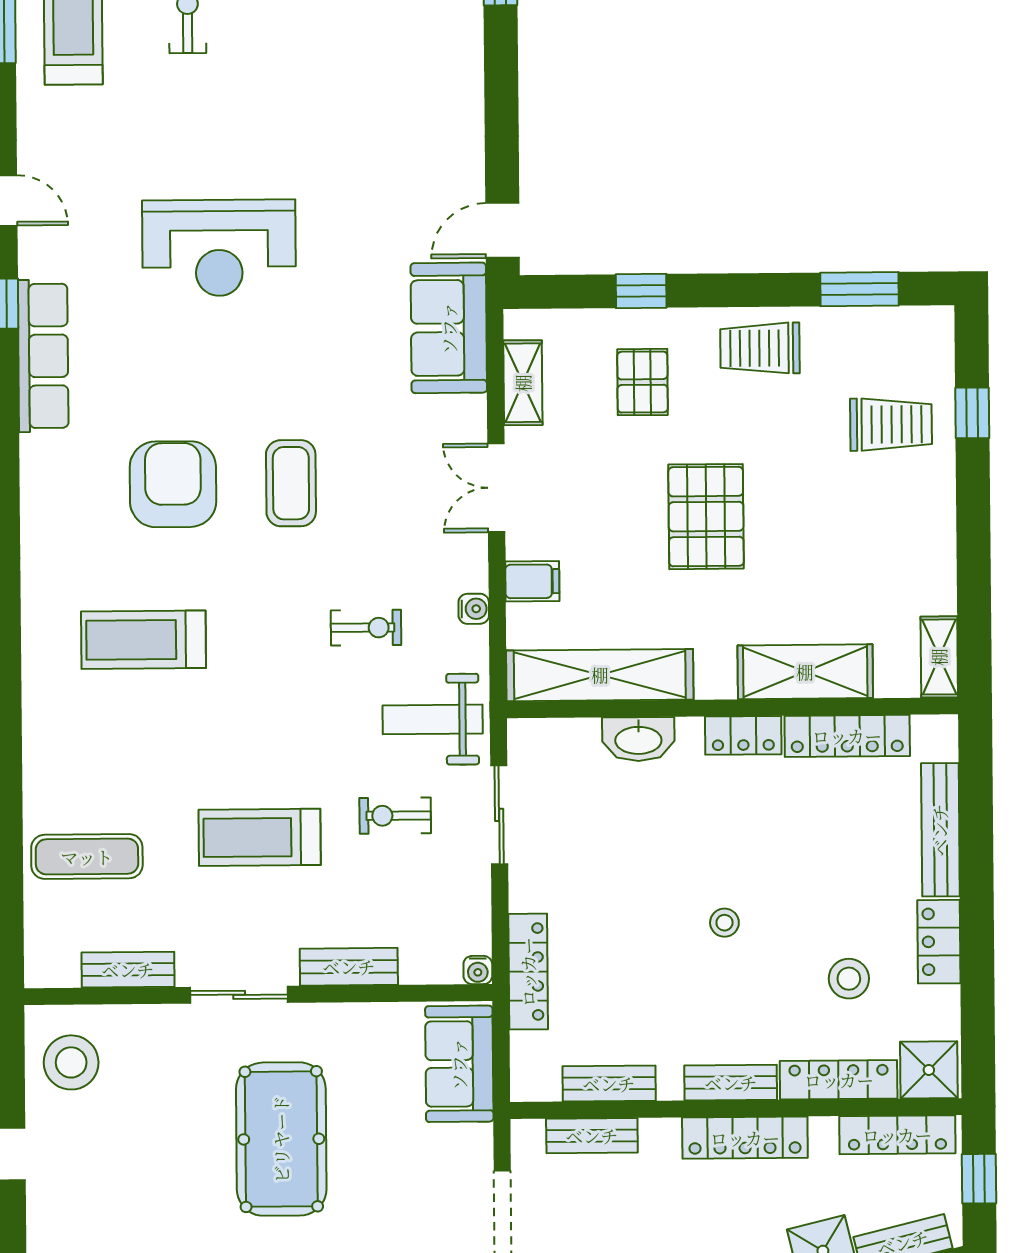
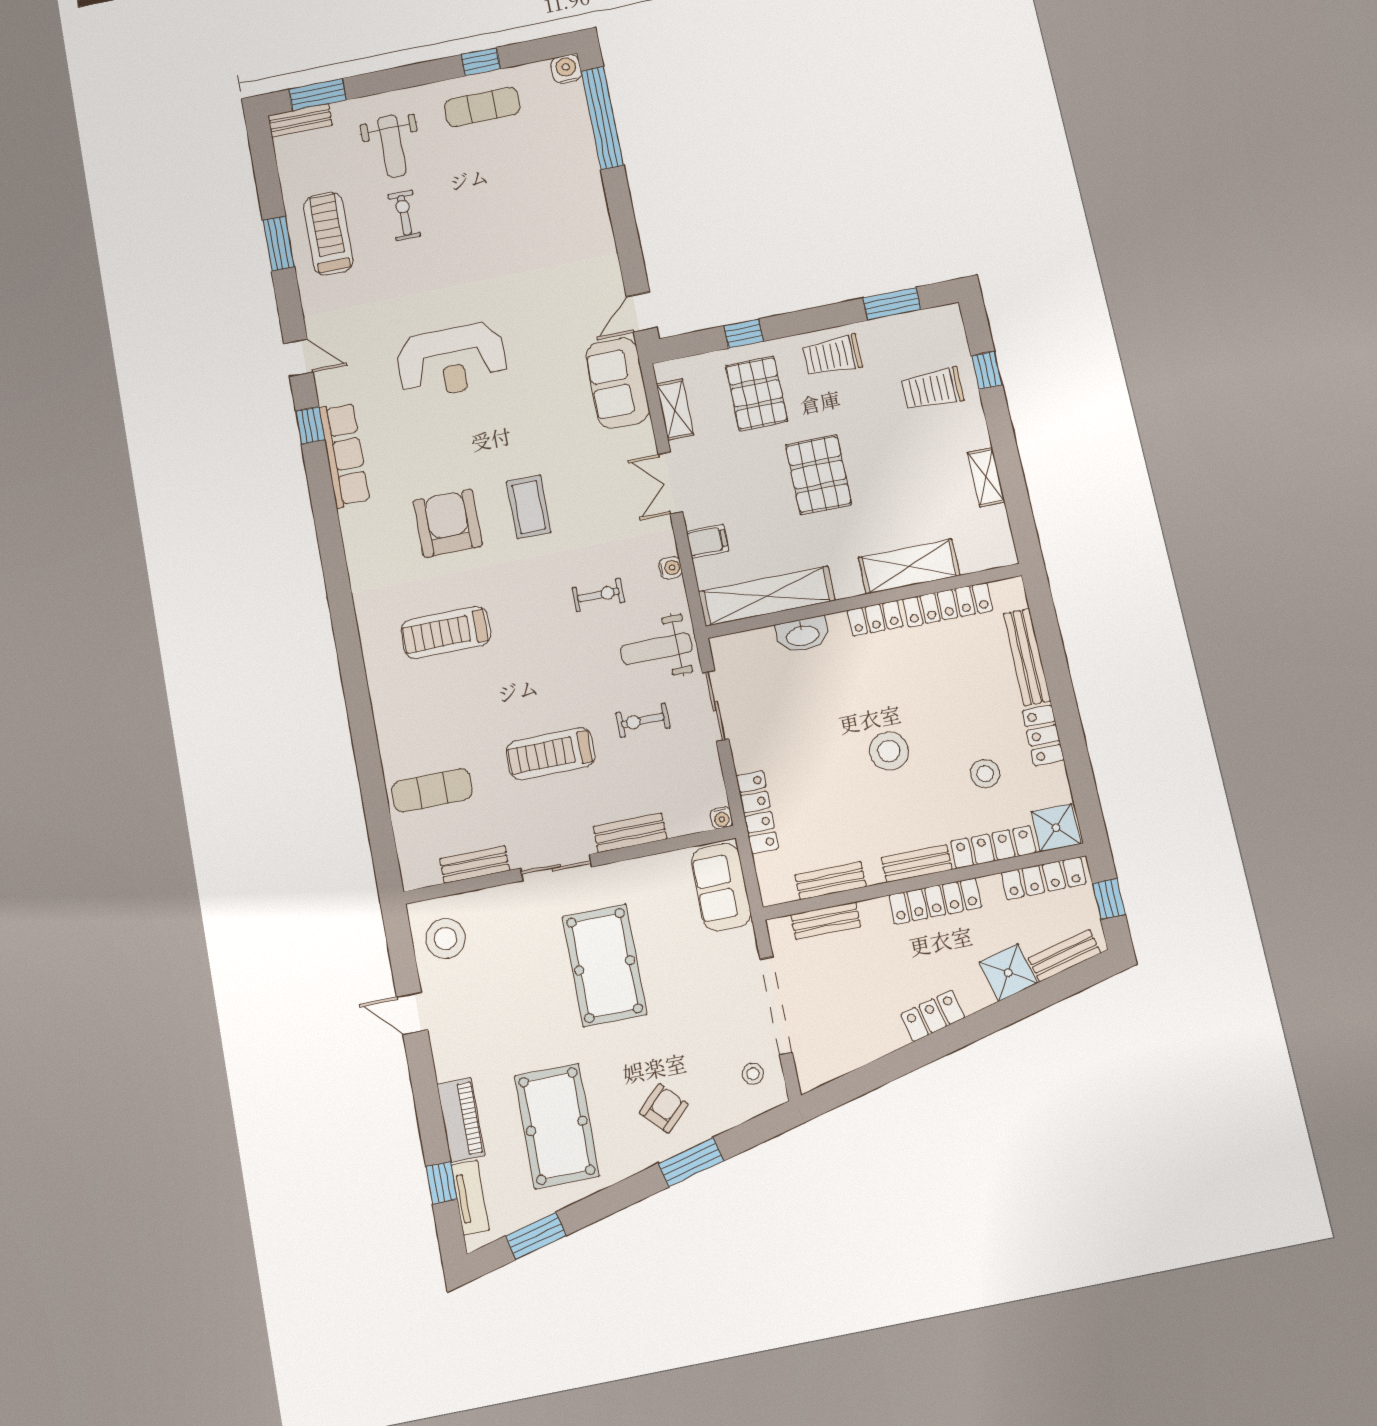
pallet: (642, 382) -> (757, 393), width x1.50, depth x1.42
trolley: (891, 424) -> (933, 389), turned 180
shelving: (939, 657) -> (986, 477), moved
stool: (724, 923) -> (889, 751), width x1.89, depth x1.89

